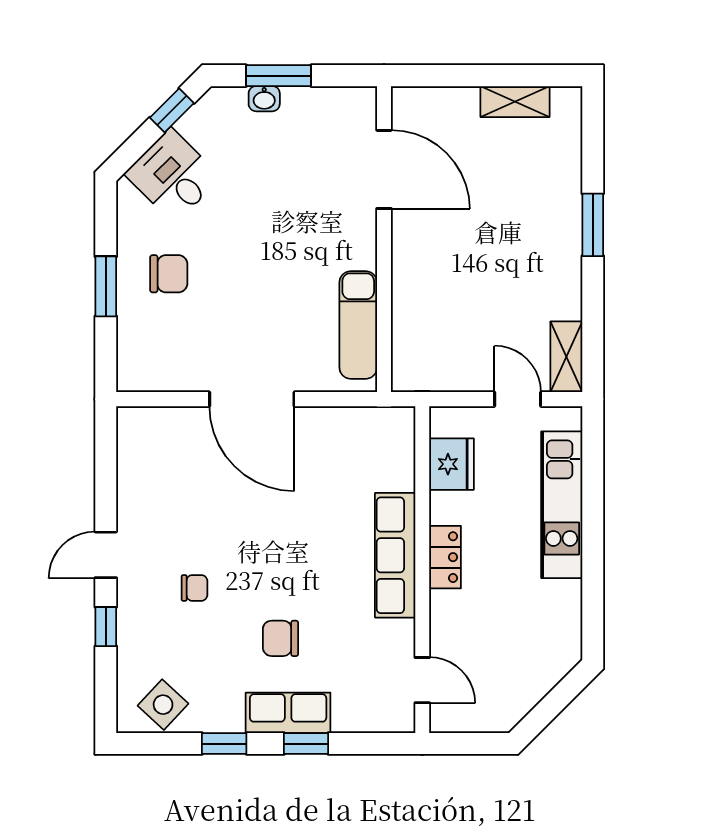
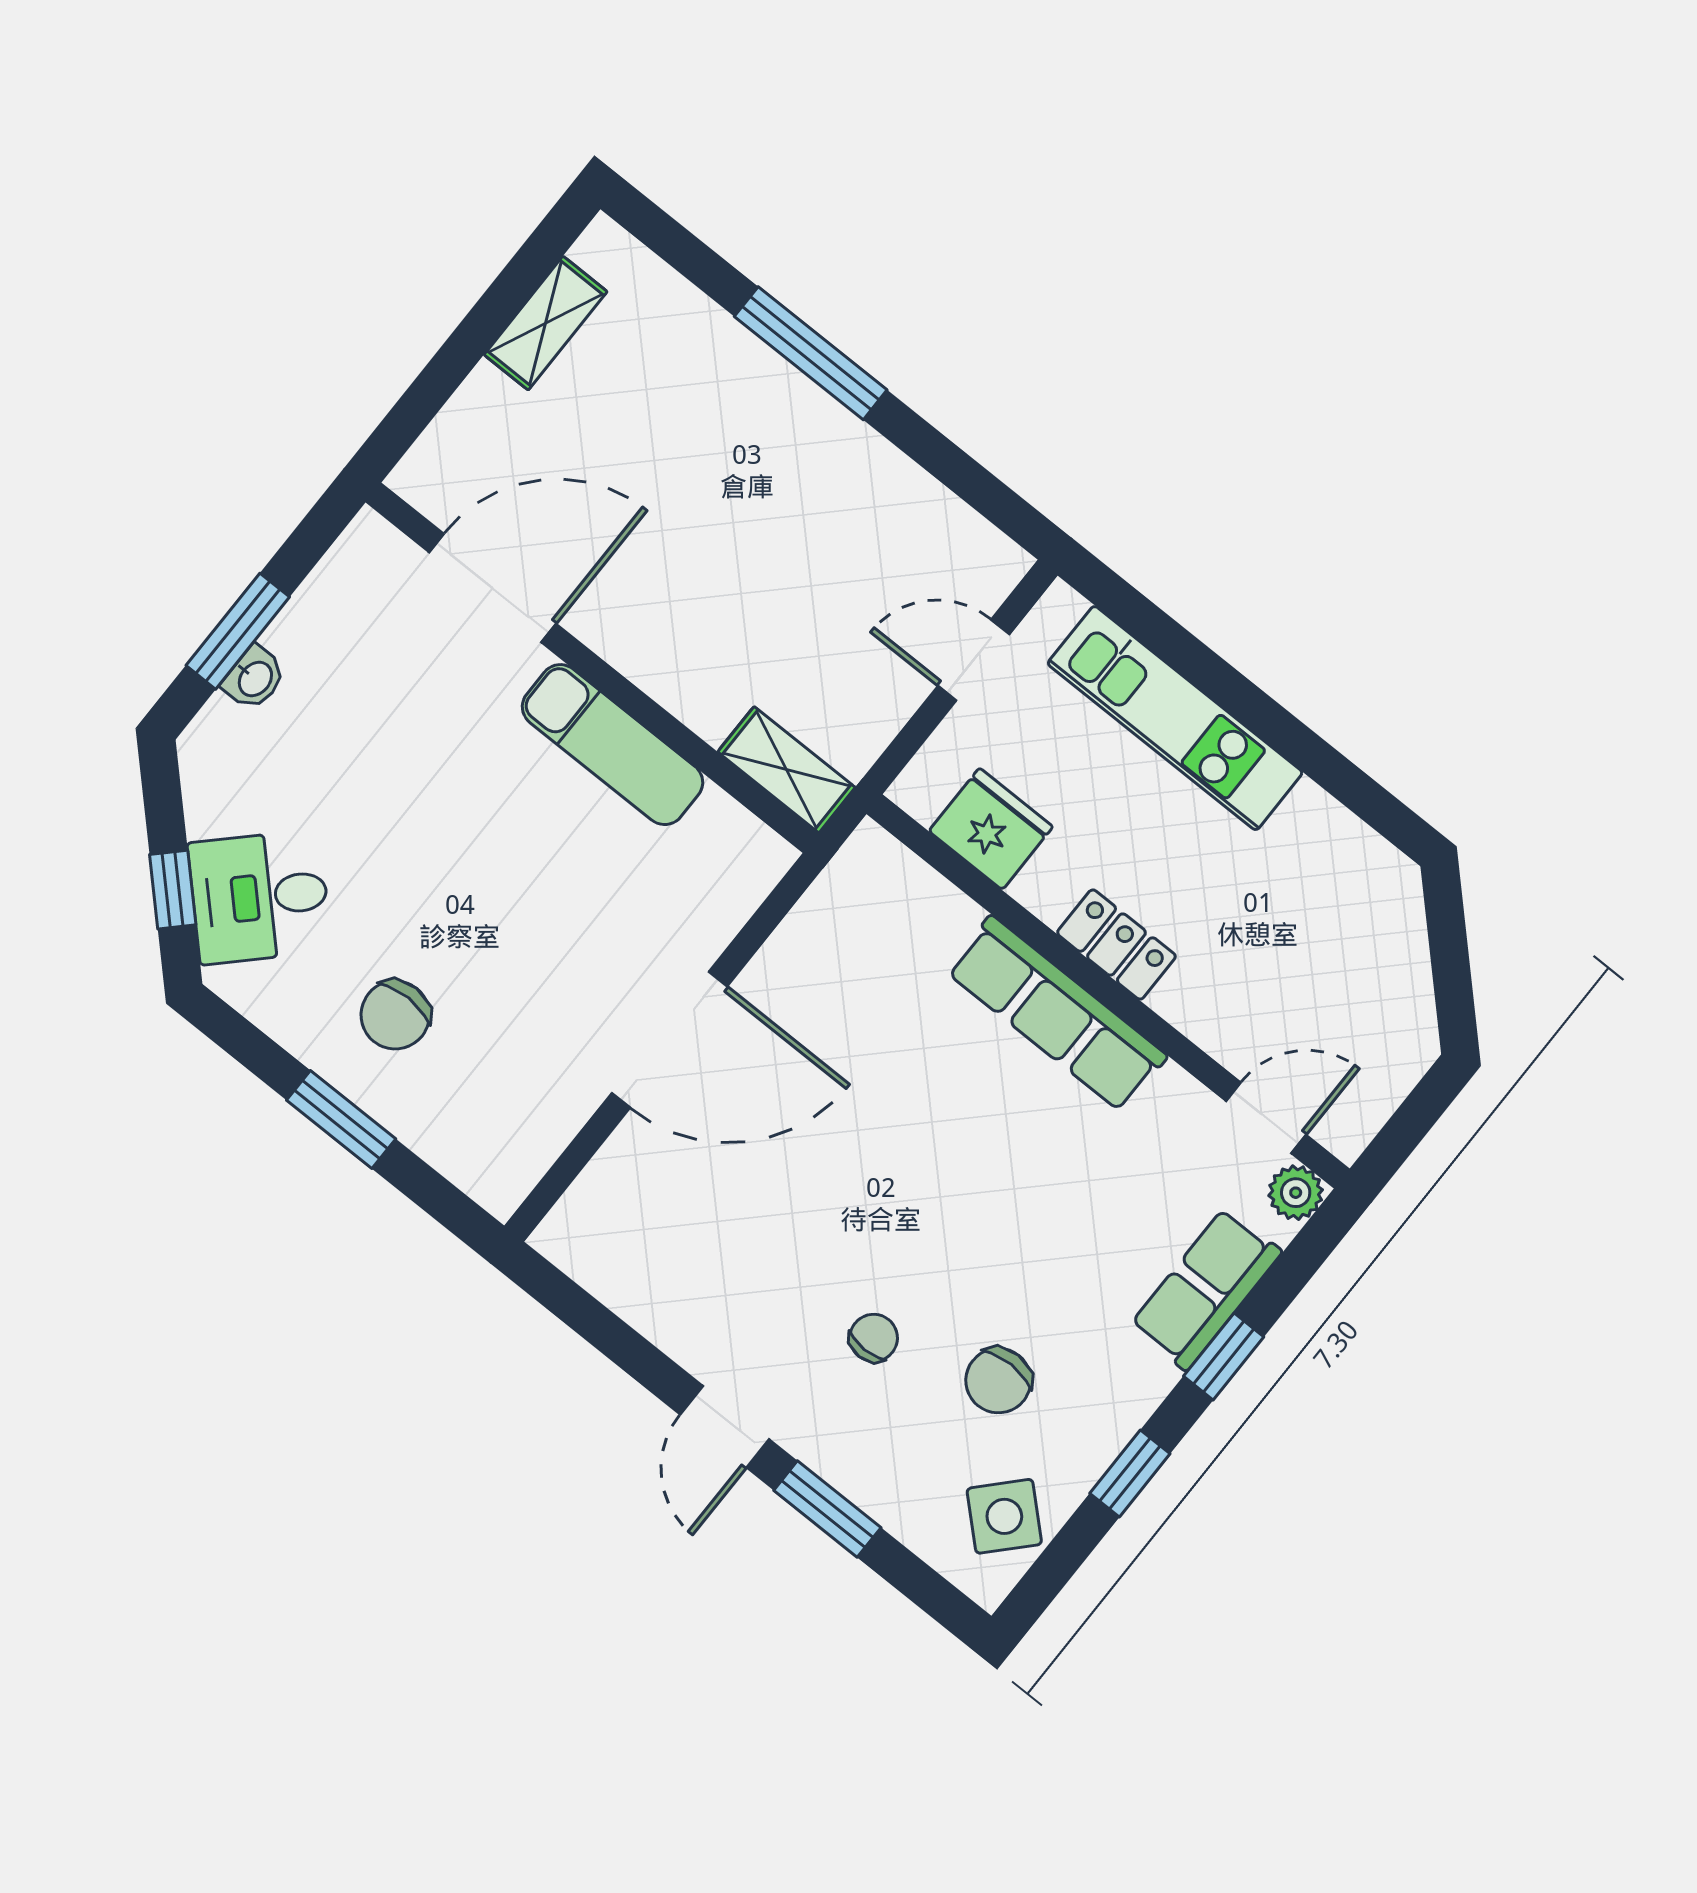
window: (172, 110) -> (173, 890), moved
window: (593, 225) -> (811, 353), width x1.44
chair: (169, 274) -> (395, 1015), turned 180
exam couch: (358, 325) -> (612, 745), moved
shelving: (566, 357) -> (786, 770), moved
window: (106, 627) -> (827, 1509), width x1.50
chair: (281, 638) -> (998, 1381), moved
row of seats: (288, 713) -> (1206, 1289), moved
plant: (401, 718) -> (1296, 1193), added

